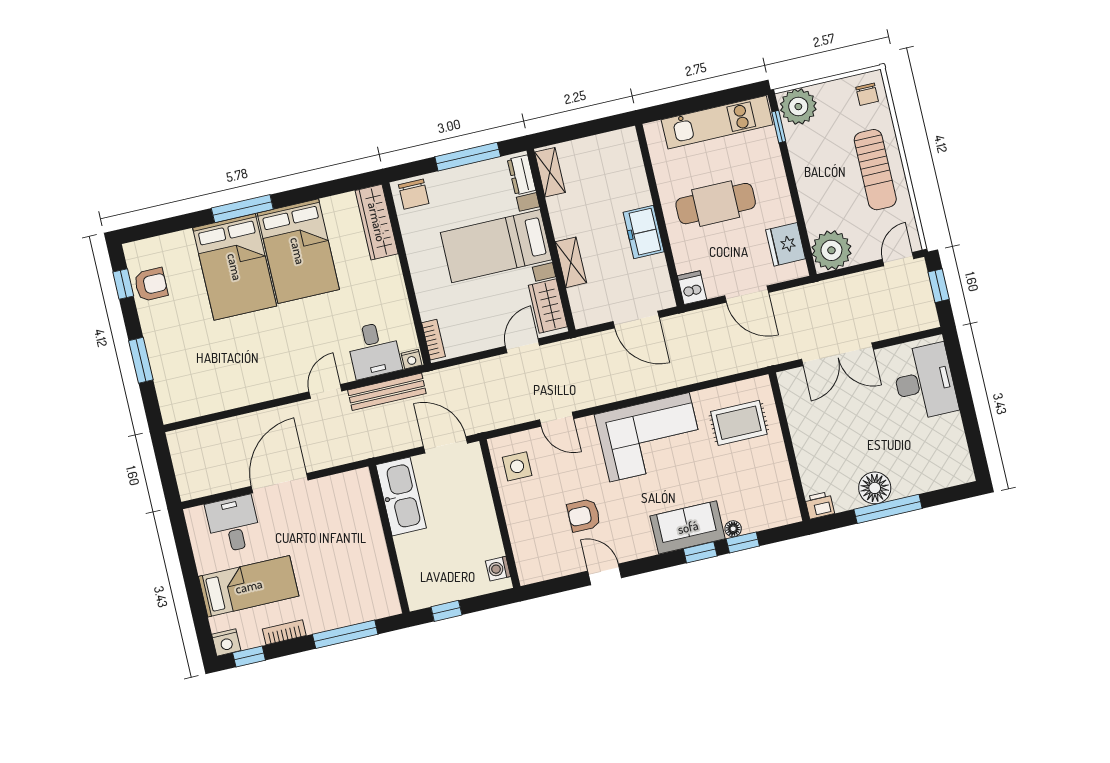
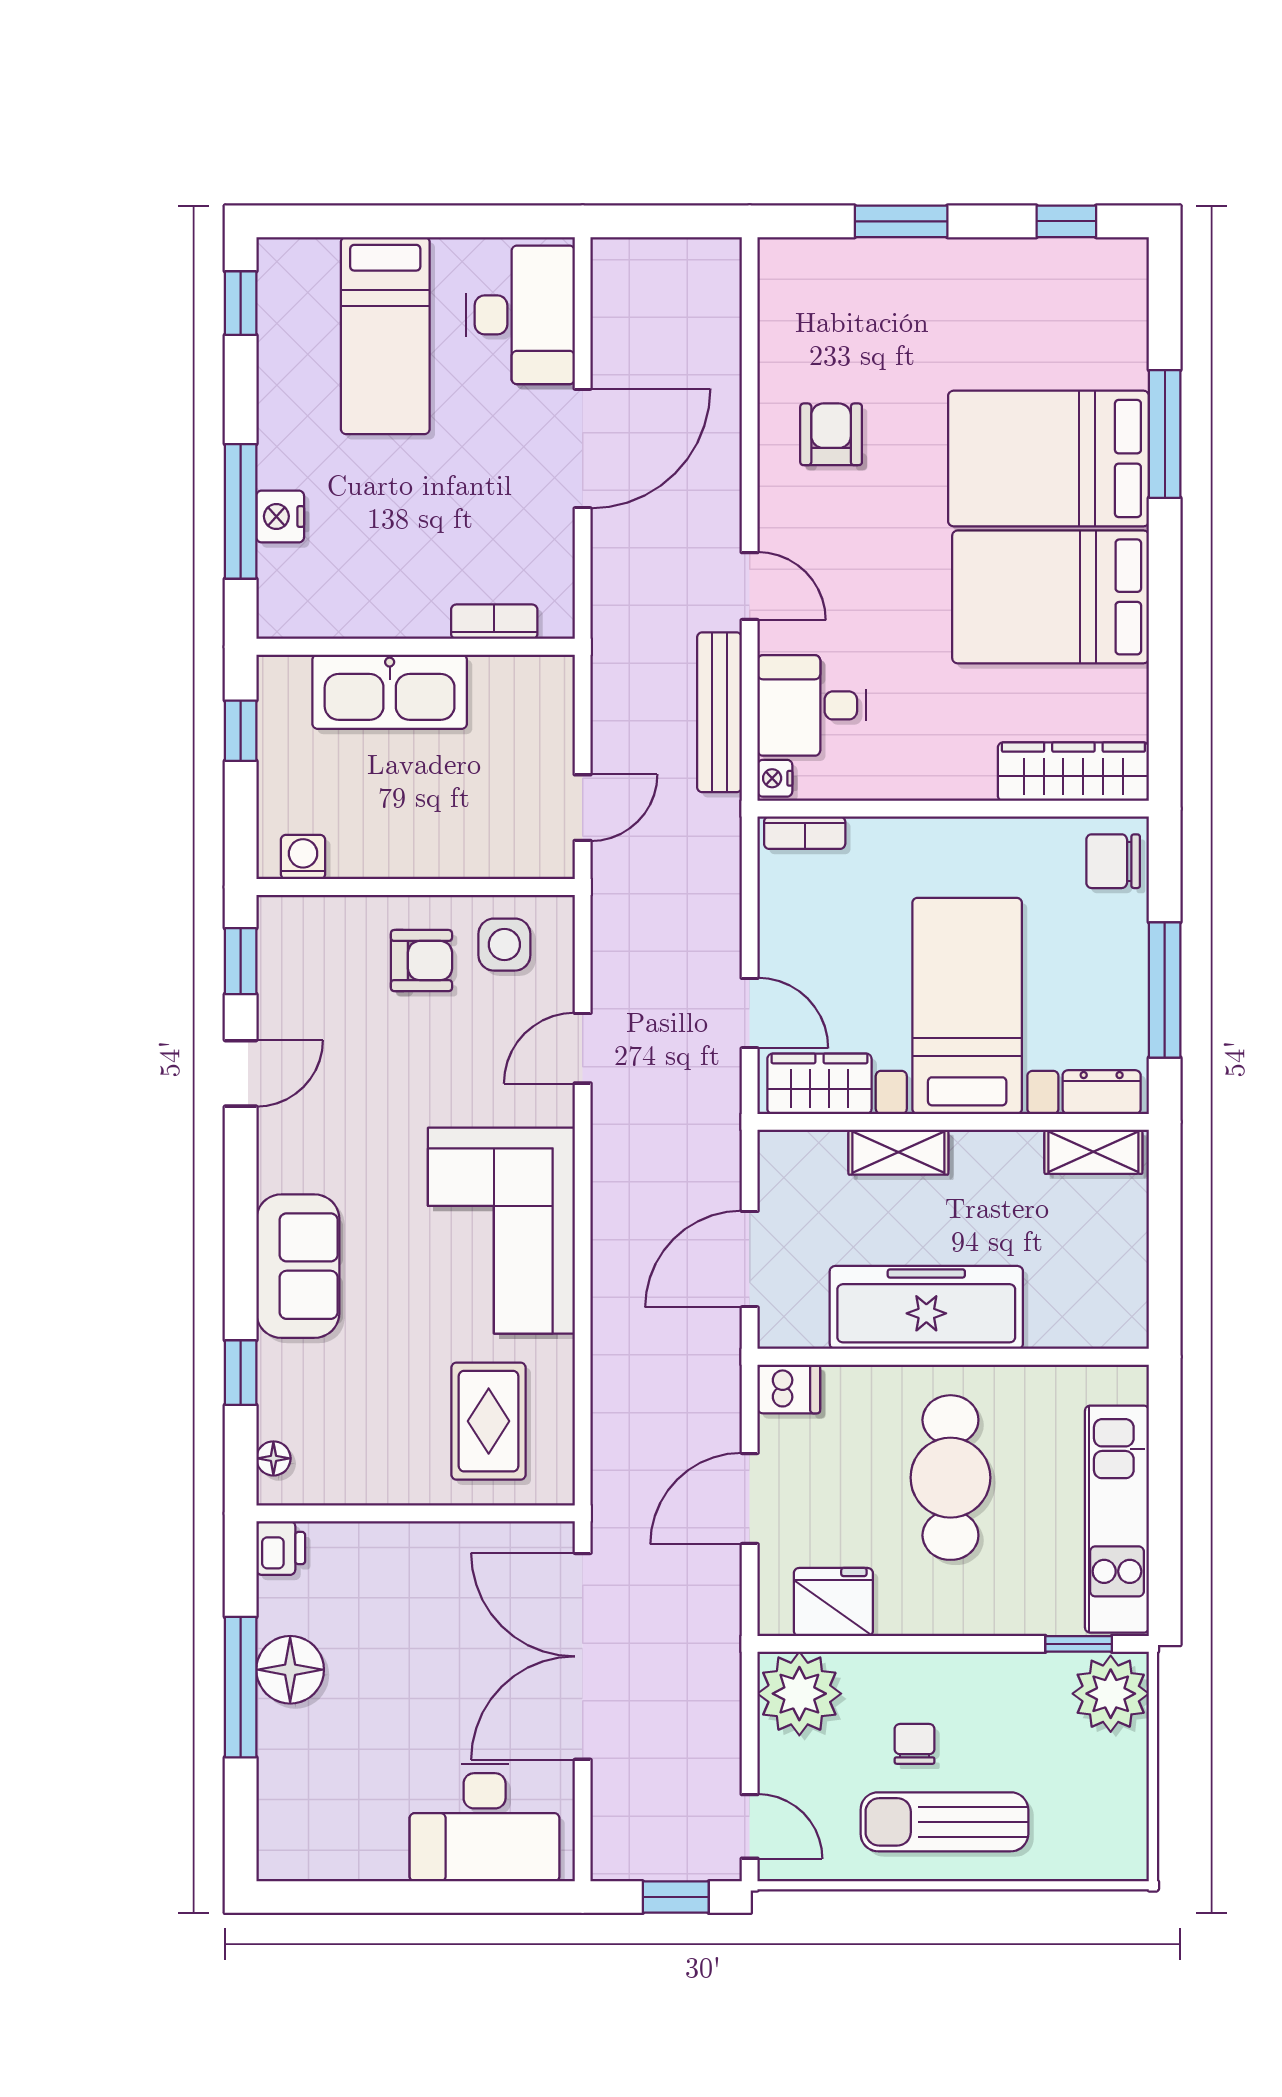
chair: (867, 94) -> (915, 1744), moved, turned 90
window: (242, 209) -> (1165, 434), moved
freezer: (644, 232) -> (926, 1307), width x1.91, depth x1.26
armchair: (151, 284) -> (831, 434), moved, turned 180
double door: (837, 354) -> (583, 1656), width x1.36
door: (446, 445) -> (583, 808), width x0.73
door: (280, 483) -> (583, 448), hinge flipped
kitchen sink: (401, 496) -> (390, 692), moved
armchair: (584, 515) -> (421, 961), moved, turned 90
desk: (233, 524) -> (520, 315), width x1.37
floor lamp: (733, 529) -> (273, 1458), moved
window: (700, 552) -> (241, 961), moved
bookcase: (284, 632) -> (494, 622), moved, turned -90
nightstand: (226, 642) -> (280, 516), moved

